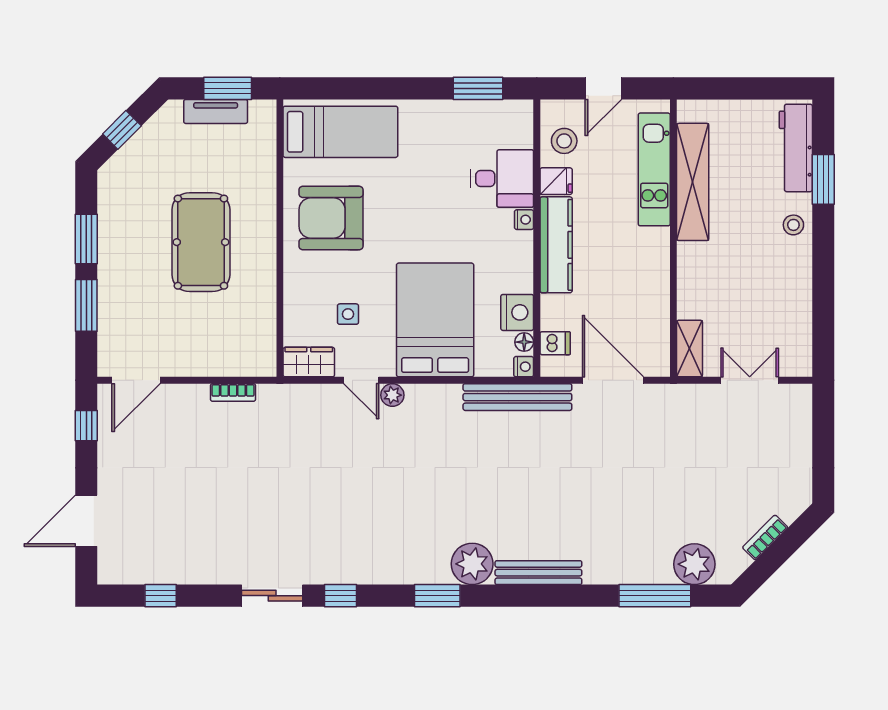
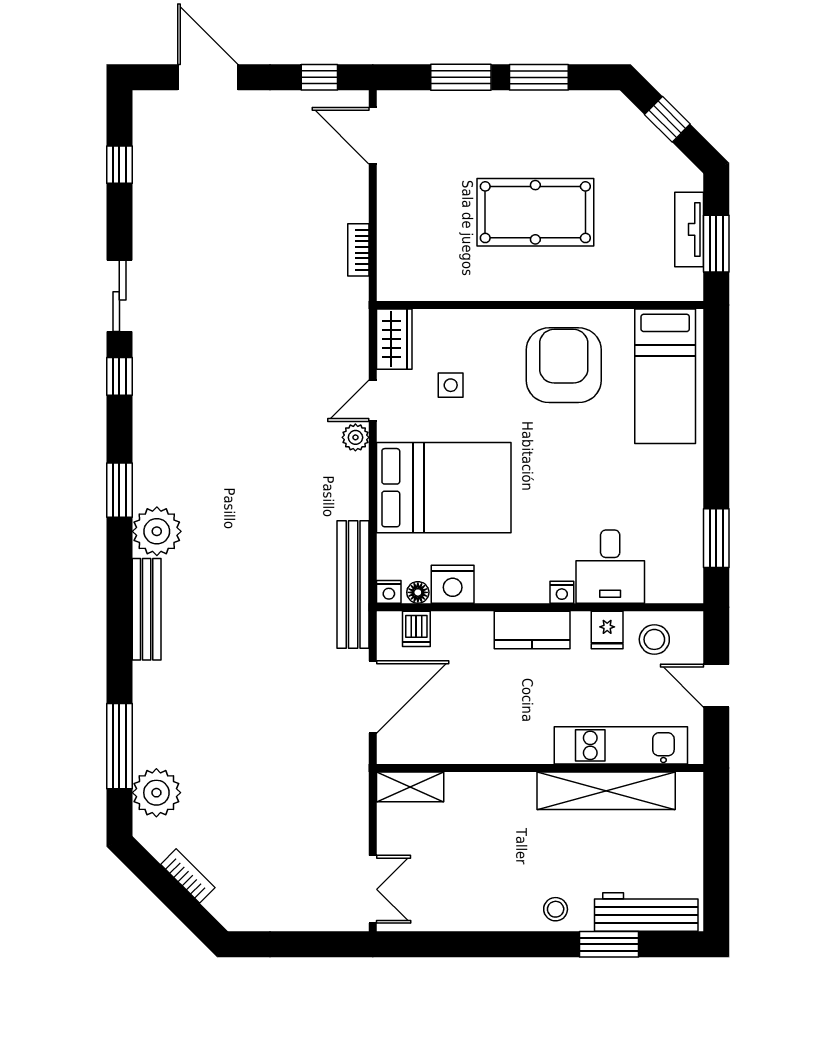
kitchen counter: (556, 245) -> (532, 630), width x0.67
double door: (750, 380) -> (373, 889), moved

